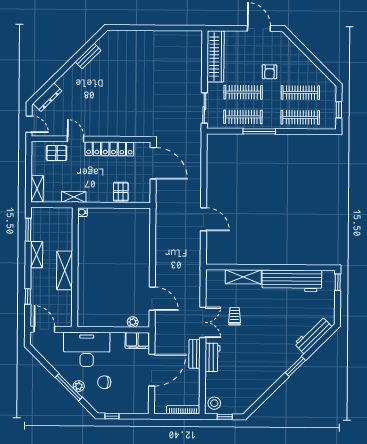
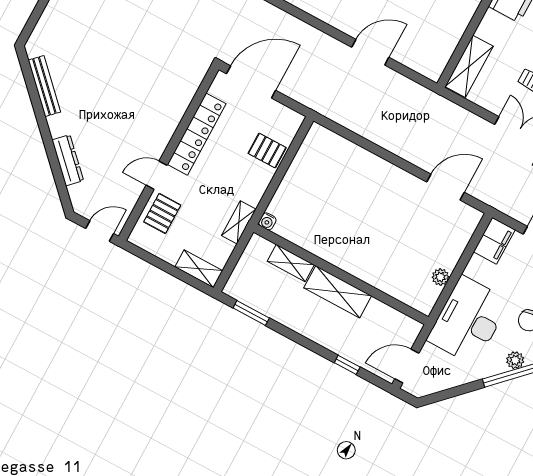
bench: (88, 56) -> (44, 86), width x1.36
dresser: (47, 97) -> (68, 160), moved
shelving: (37, 255) -> (291, 263), moved
shelving: (243, 277) -> (469, 66), moved
plant: (133, 322) -> (440, 277), moved

